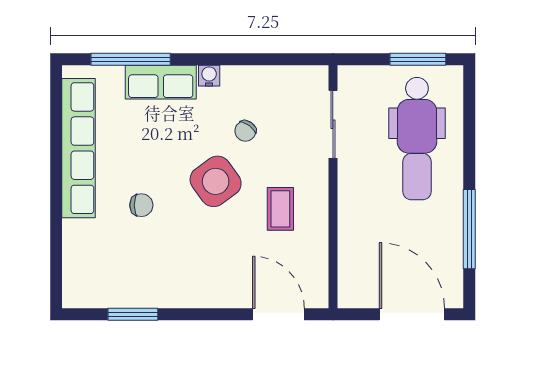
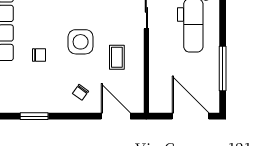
chair: (245, 131) -> (81, 92), moved
side table: (216, 181) -> (81, 42), turned 36

